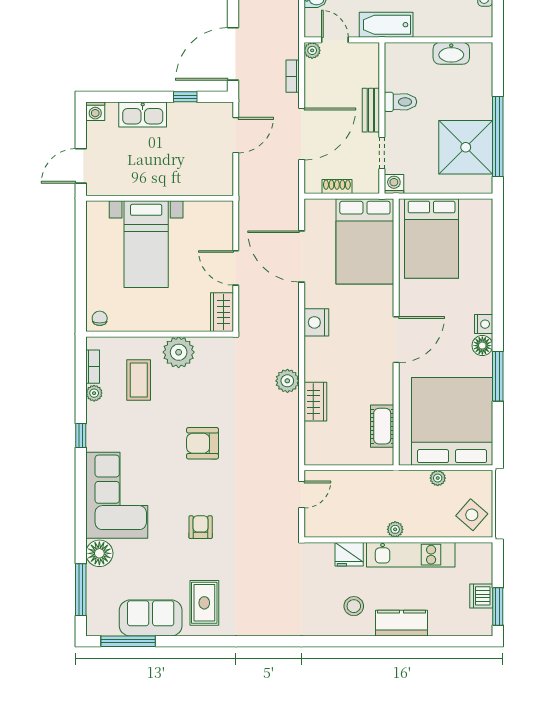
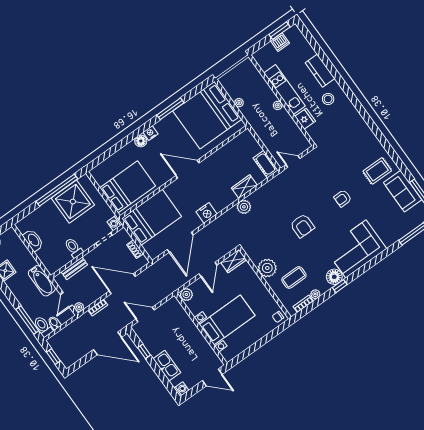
bench: (371, 110) -> (74, 268), moved
plant: (222, 213) -> (186, 295), added
floor lamp: (482, 346) -> (141, 141), moved
cot: (382, 426) -> (266, 164), moved, turned 90
side table: (472, 515) -> (245, 74), removed
floor lamp: (99, 553) -> (334, 277), moved

